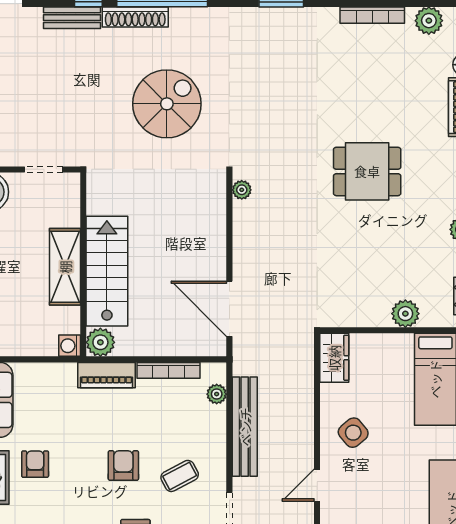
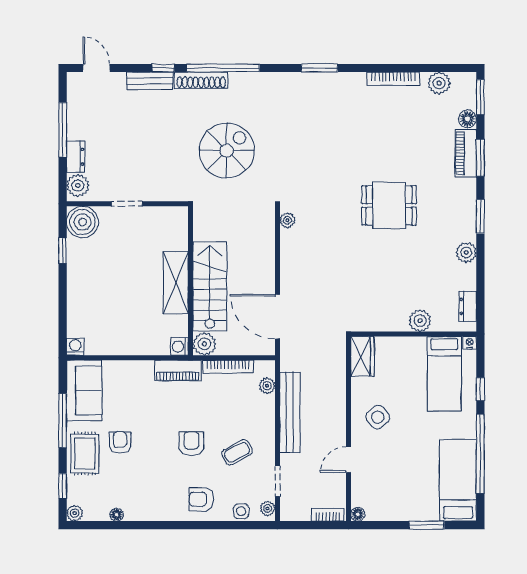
wall: (83, 264) -> (191, 281), moved
shelving: (65, 267) -> (176, 283), moved
stairs: (107, 271) -> (210, 286), moved
plant: (100, 342) -> (204, 344), moved
washing machine: (70, 346) -> (179, 347), moved

